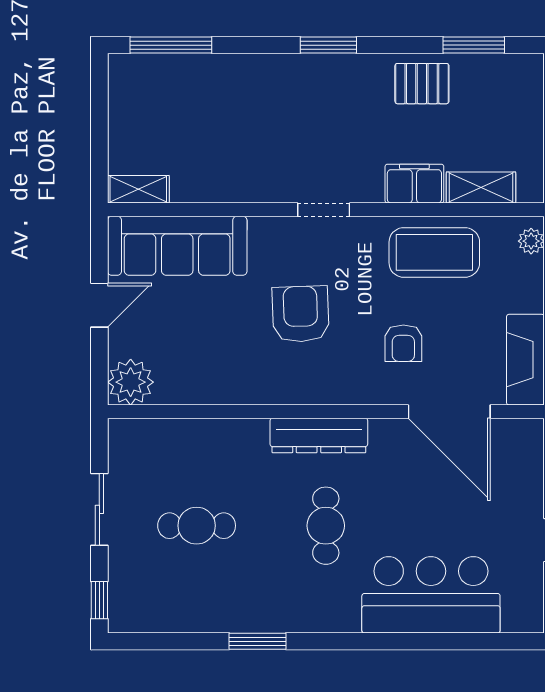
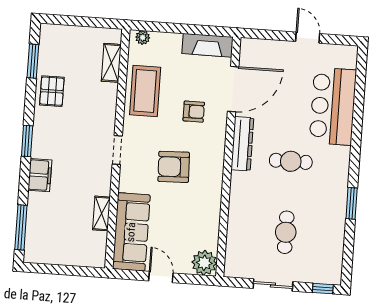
filing cabinet: (414, 184) -> (40, 175), moved, turned 180
shelving: (138, 189) -> (101, 213), moved
dresser: (319, 436) -> (242, 144), moved

